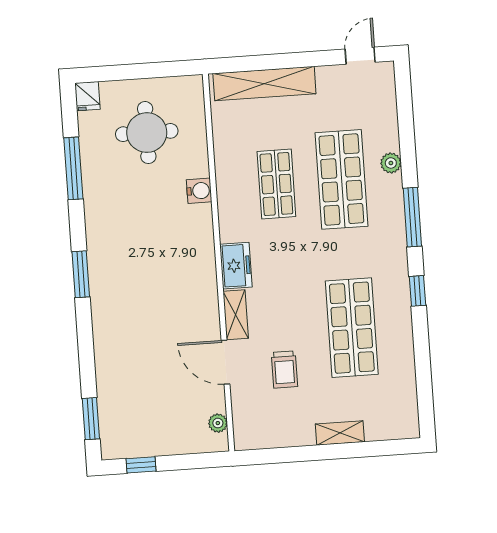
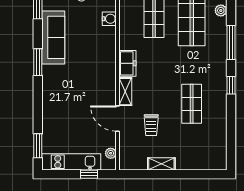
sofa: (105, 230) -> (53, 37), added
shop shelf: (352, 328) -> (192, 104), width x0.70, depth x0.74
shelving: (340, 433) -> (161, 164), moved
kitchen unit: (151, 443) -> (71, 162), added
window: (141, 465) -> (89, 174), moved

